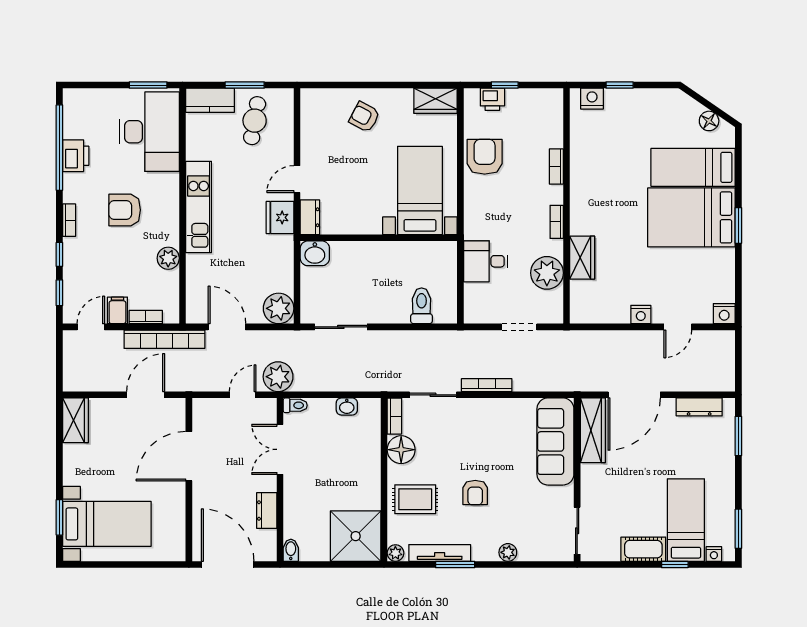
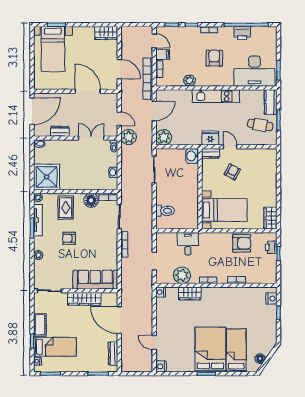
armchair: (364, 117) -> (232, 172), moved
nightstand: (641, 315) -> (161, 292), moved
wardrobe: (593, 430) -> (84, 299), moved

